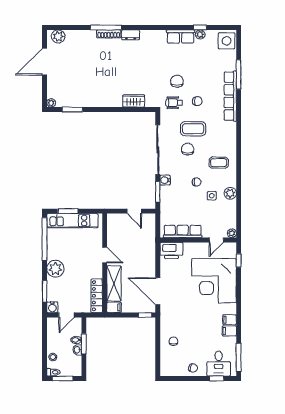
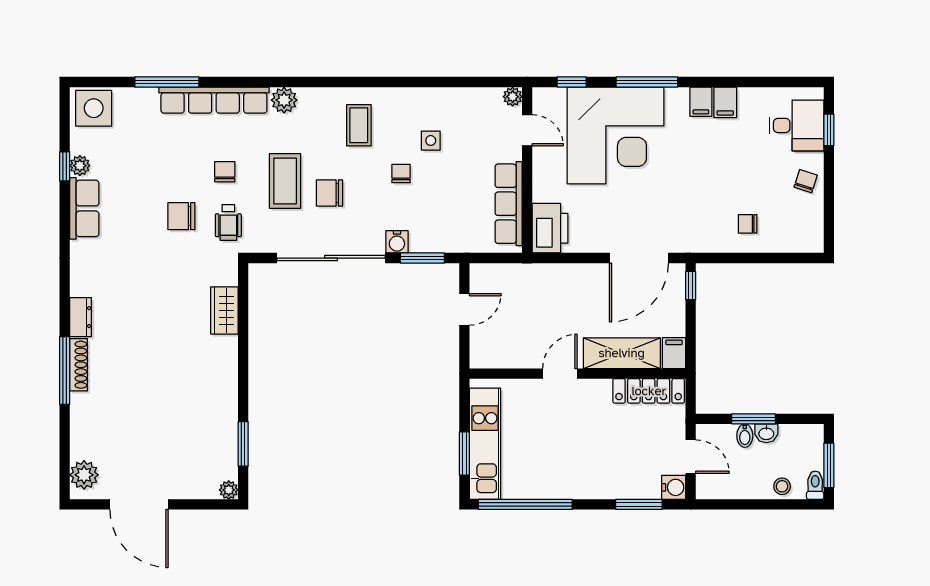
plant: (230, 193) -> (284, 100), moved
plant: (55, 269) -> (590, 481), removed
window: (239, 357) -> (647, 82), moved

